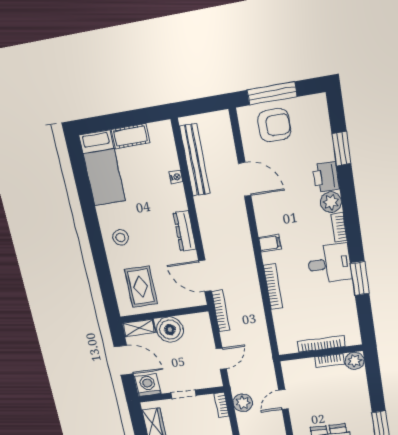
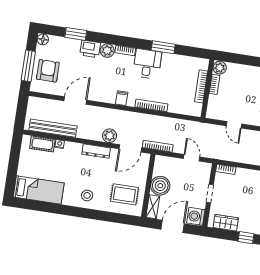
floor lamp: (318, 102) -> (43, 39), added
cot: (130, 136) -> (42, 144), moved, turned 90
plant: (243, 403) -> (110, 136), moved

